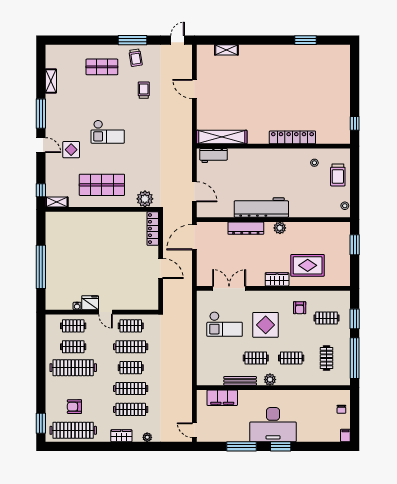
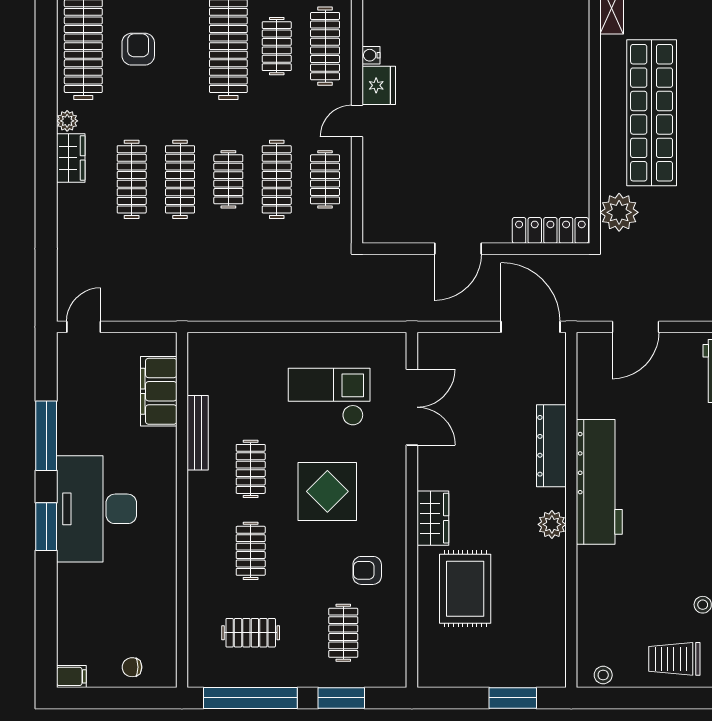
shop shelf: (102, 185) -> (652, 113), width x1.40
checkout: (225, 324) -> (329, 397), turned 90
clothes rail: (73, 326) -> (325, 46), width x1.36
plant: (270, 380) -> (201, 502), removed
plant: (147, 437) -> (67, 121), moved

